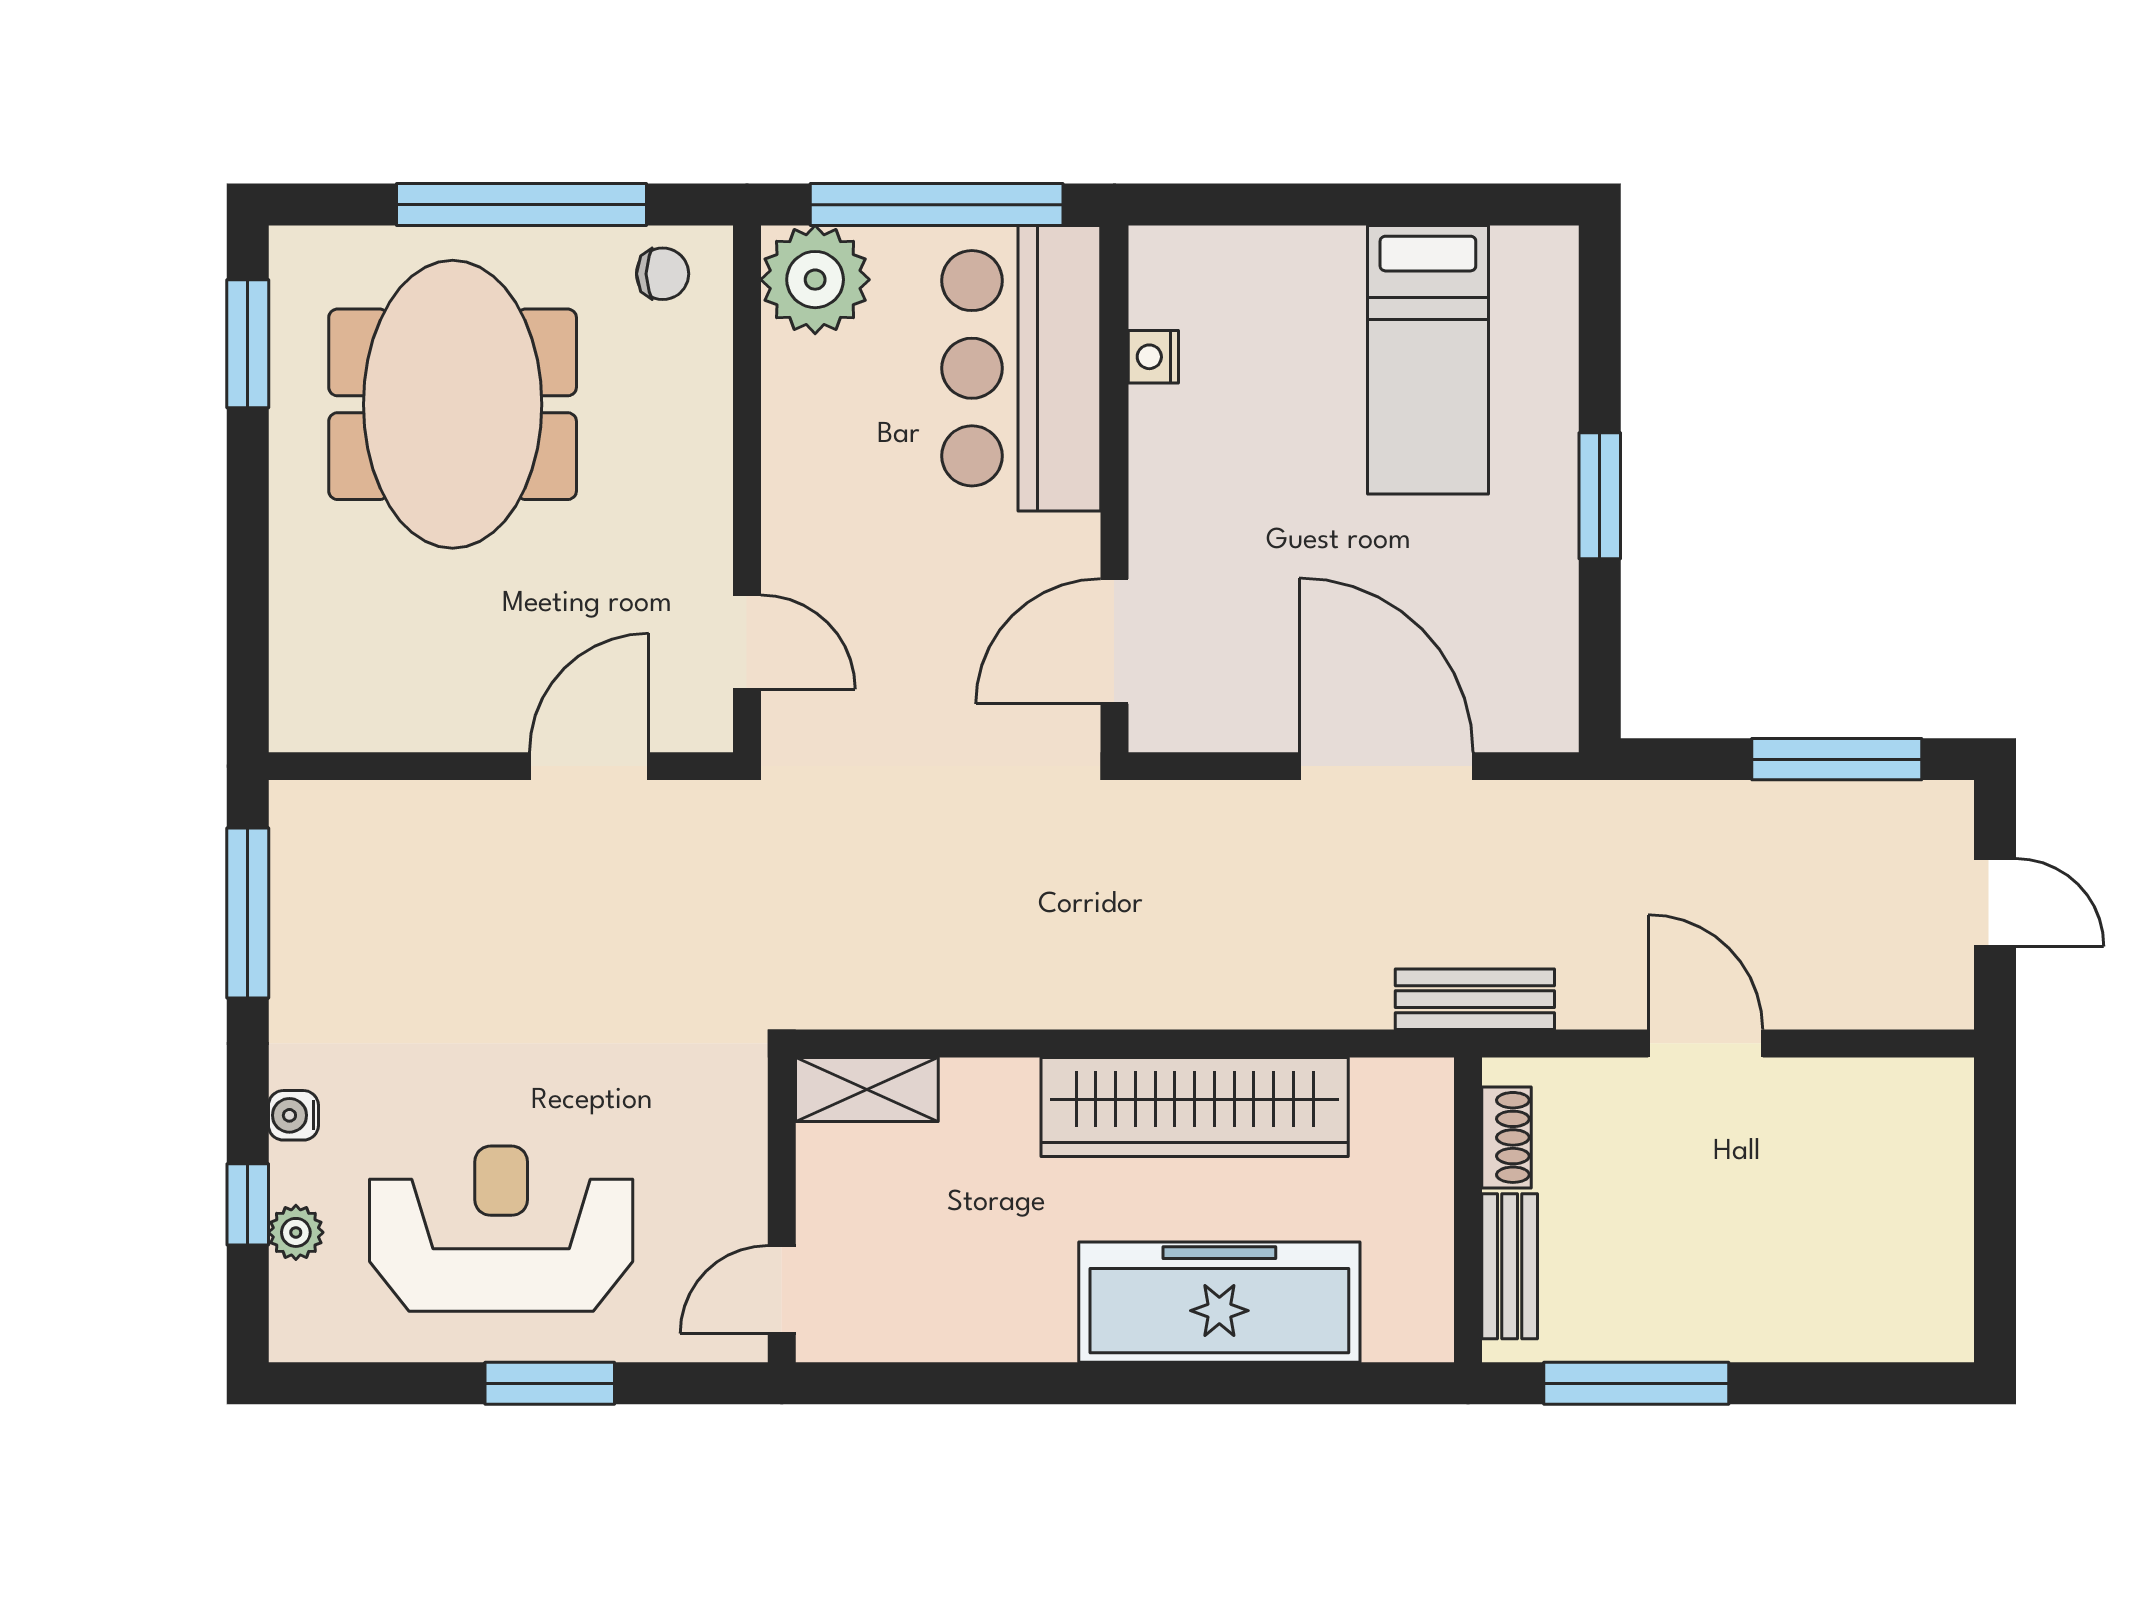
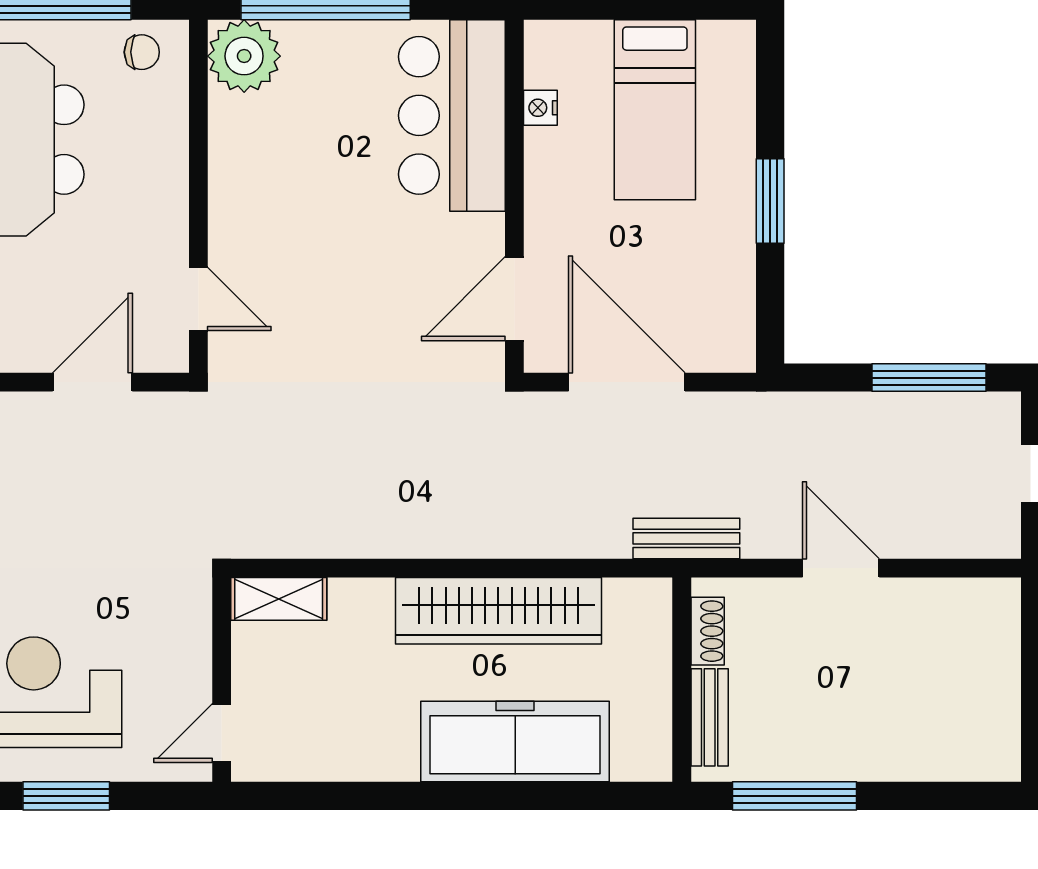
nightstand: (1153, 357) -> (540, 108), moved
bar counter: (1021, 368) -> (452, 115), moved
wall: (1114, 489) -> (514, 196), moved
door: (1114, 641) -> (514, 299), moved

